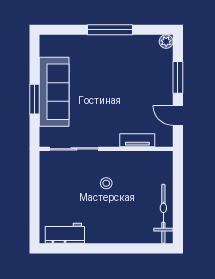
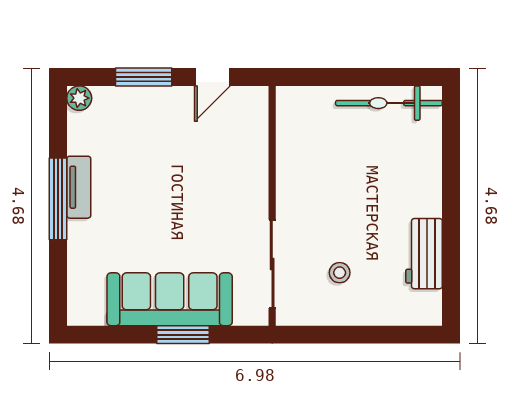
tv unit: (137, 140) -> (79, 187), moved, turned 180
stool: (106, 183) -> (340, 273), moved
workbench: (65, 233) -> (424, 254), moved

